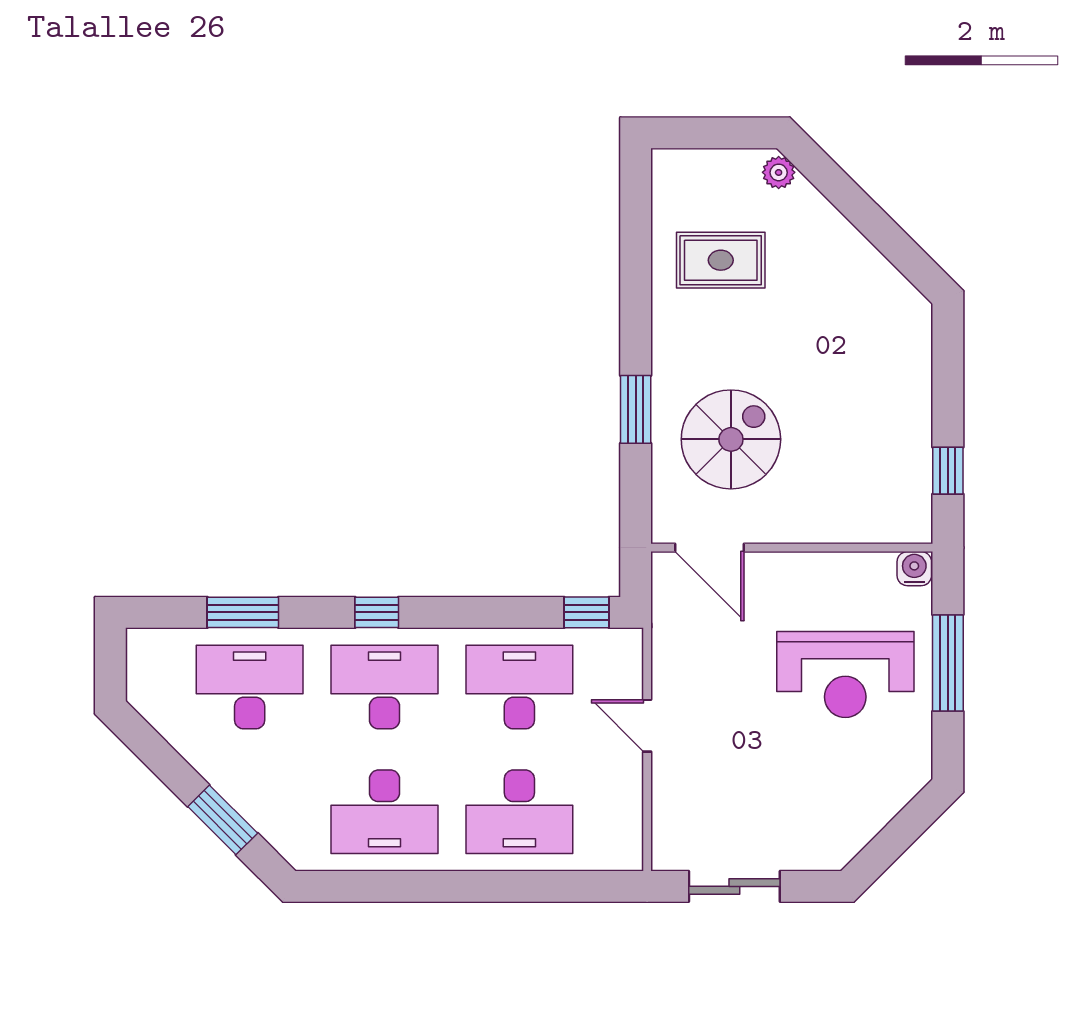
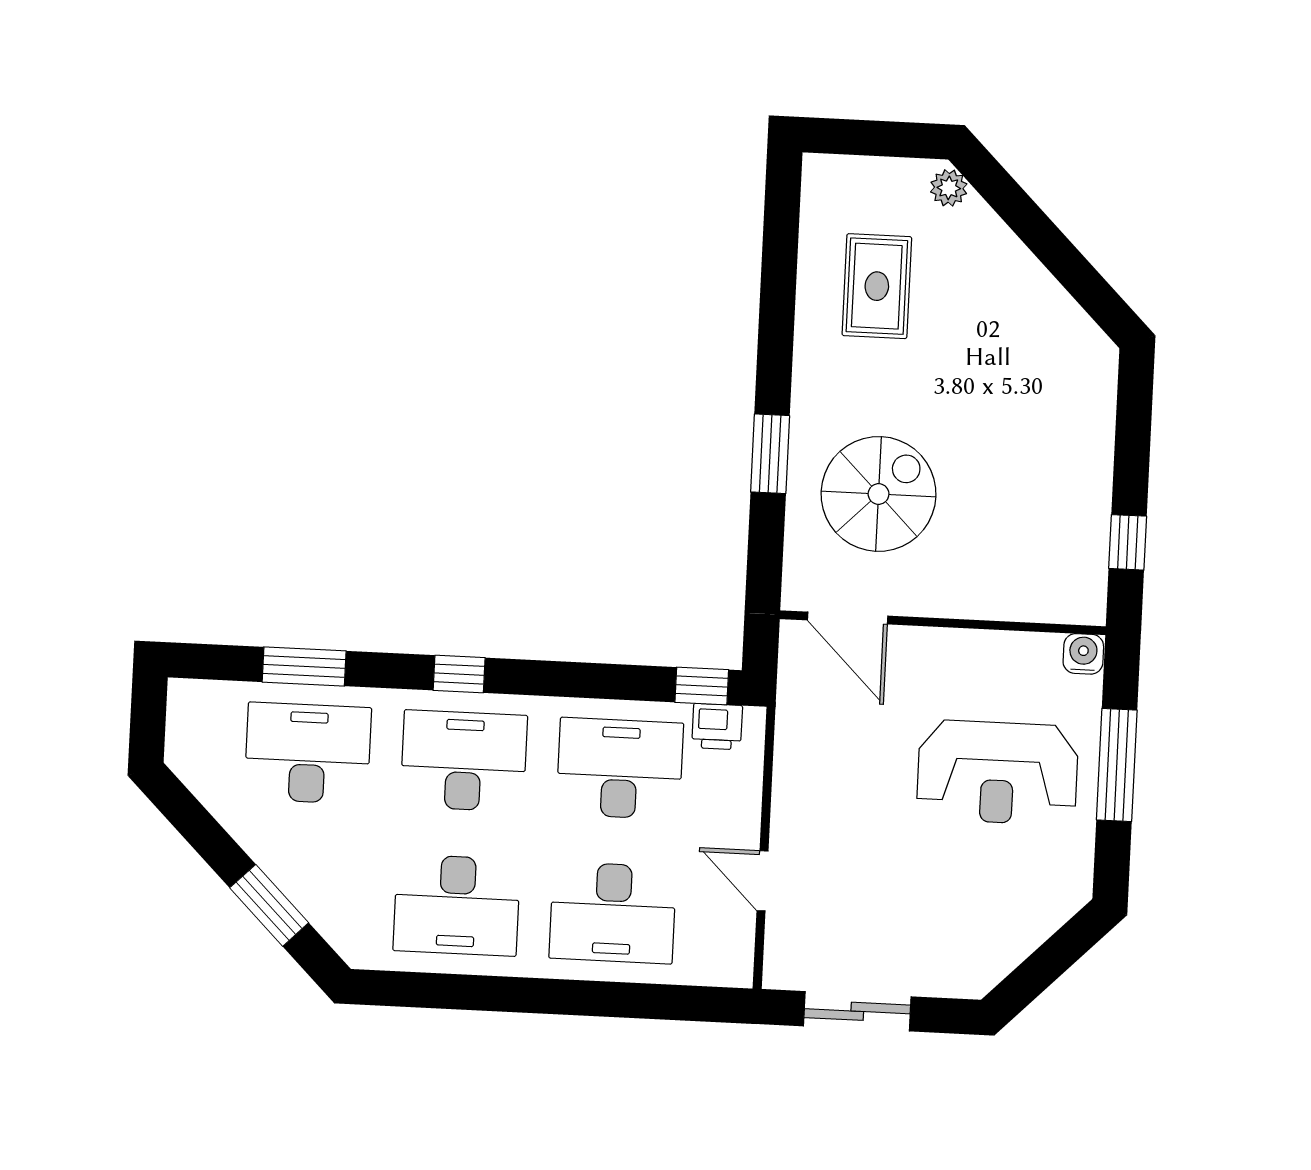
rug: (721, 260) -> (877, 286), turned 90
printer: (602, 647) -> (717, 727), added
door: (647, 726) -> (762, 881), moved

